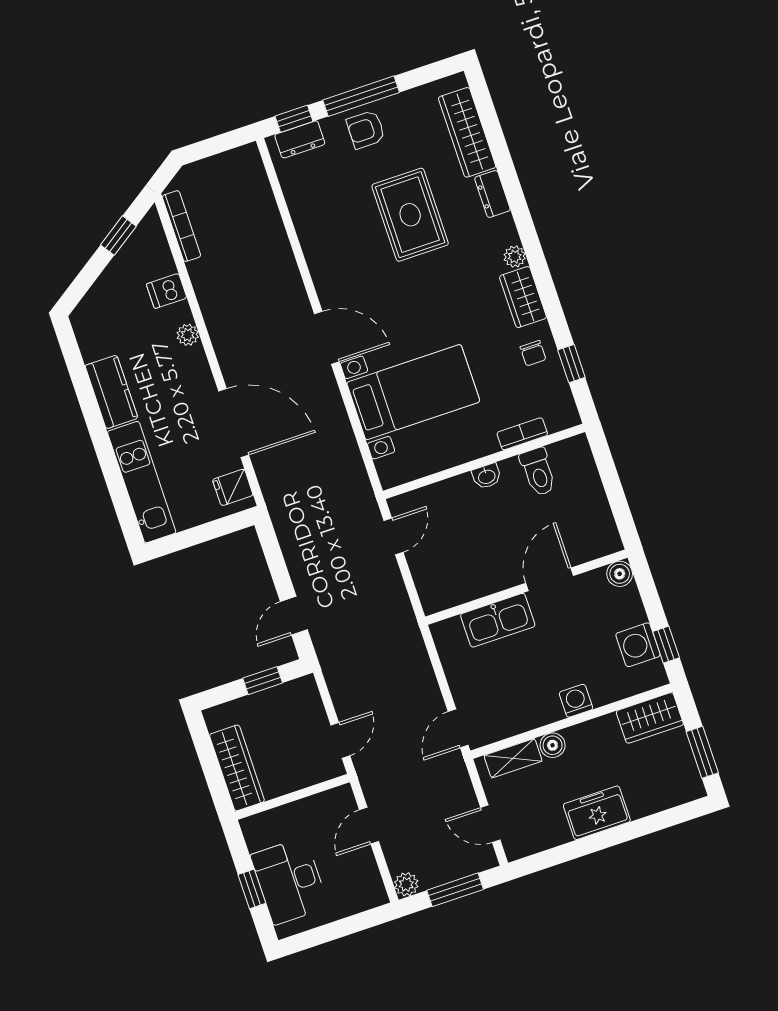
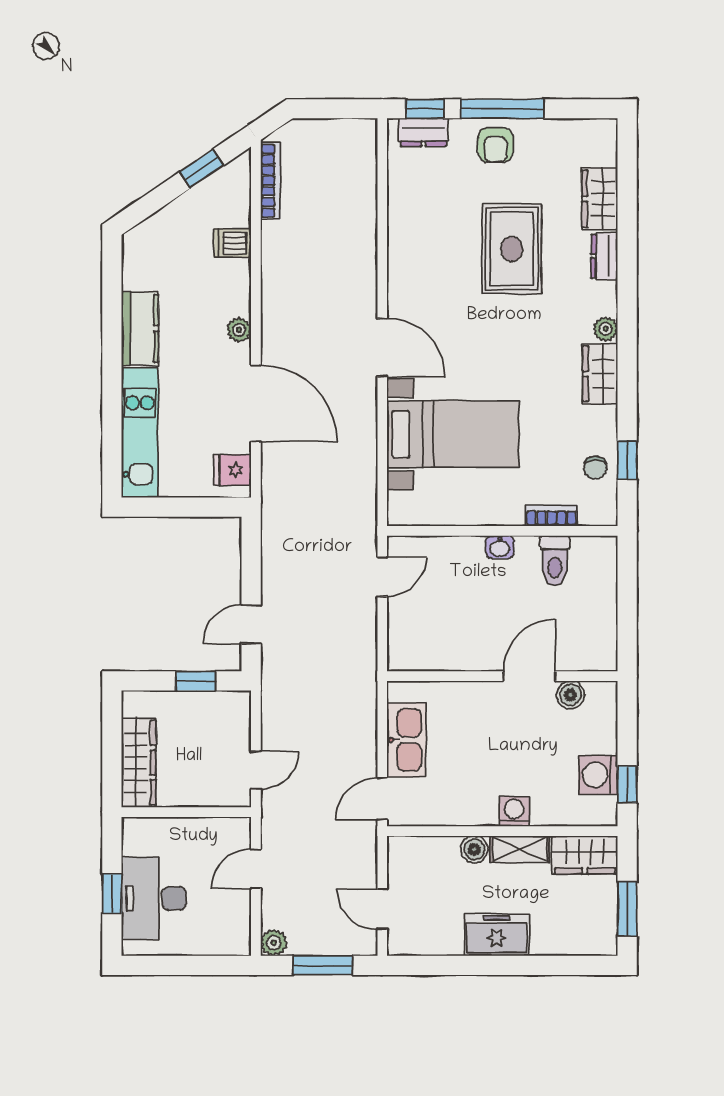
armchair: (366, 129) -> (496, 145), turned -90
wardrobe: (467, 132) -> (600, 199), width x0.67
plant: (188, 335) -> (239, 330), moved
chair: (533, 353) -> (595, 468), moved
boiler: (620, 574) -> (570, 695), moved
kitchen sink: (498, 620) -> (407, 740), moved, turned -90
shelving: (513, 758) -> (520, 849), moved

